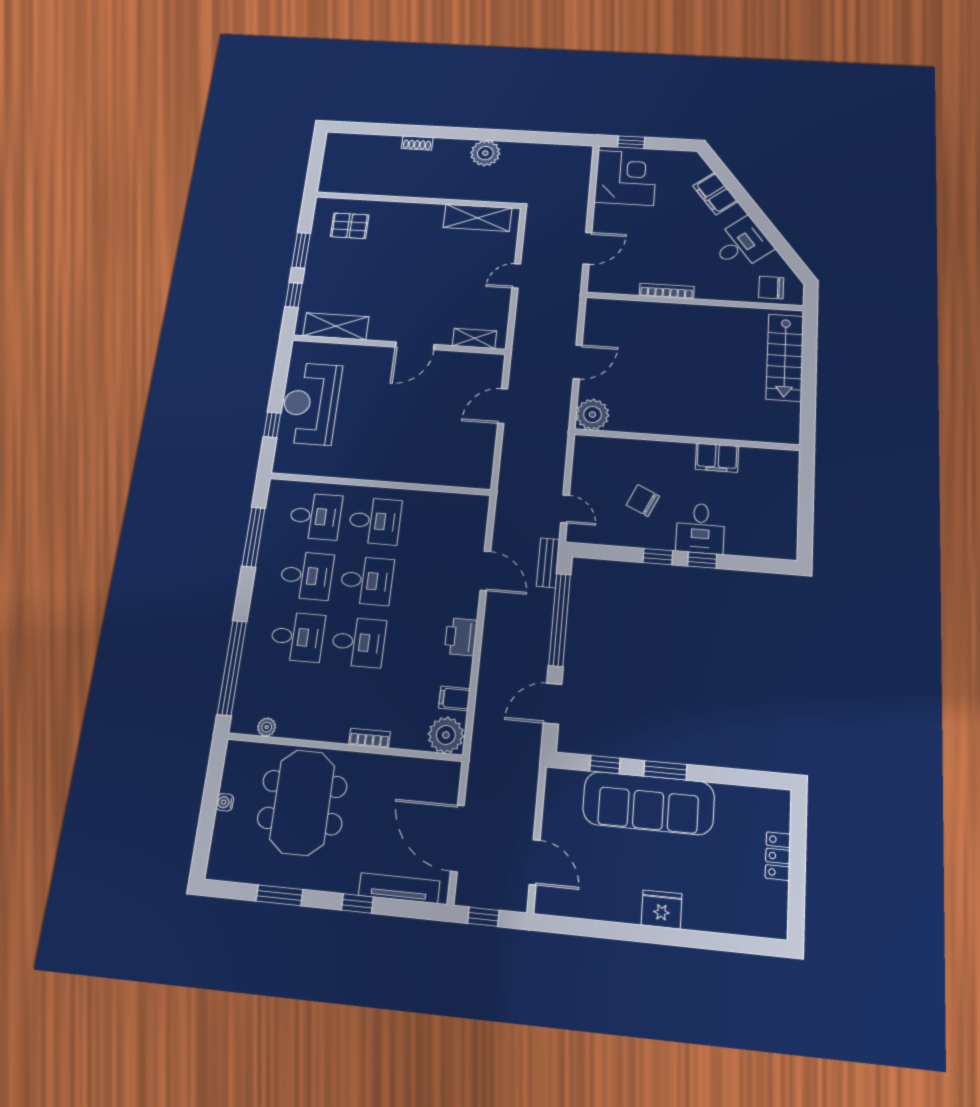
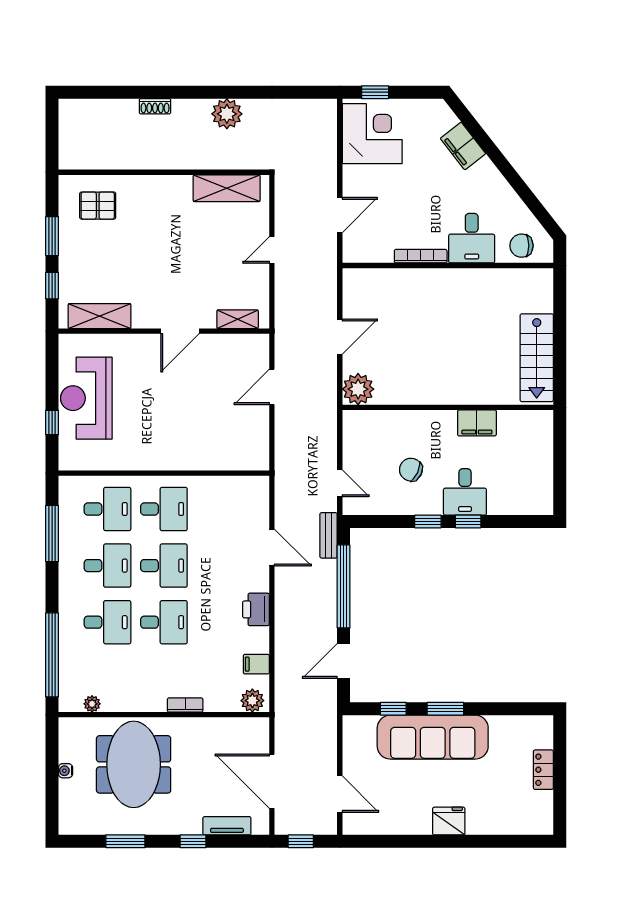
desk: (742, 244) -> (472, 238), moved, turned 128
stairs: (785, 357) -> (537, 358), moved
plant: (446, 735) -> (252, 701), width x0.73, depth x0.73
tv unit: (399, 888) -> (227, 826), width x0.71

